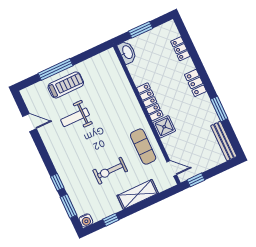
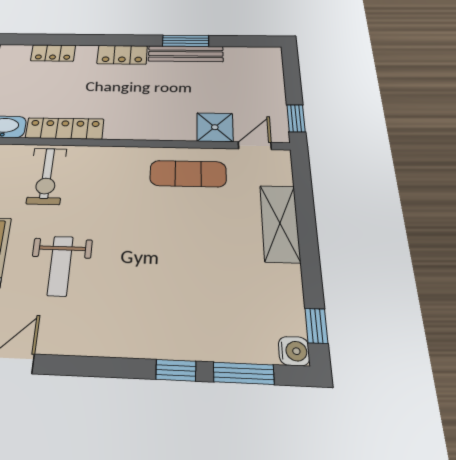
locker: (150, 102) -> (65, 128), moved
shower: (164, 127) -> (215, 127), moved
bench: (224, 141) -> (186, 54), moved
exercise bike: (110, 171) -> (47, 176), moved
window: (111, 220) -> (316, 326), moved

